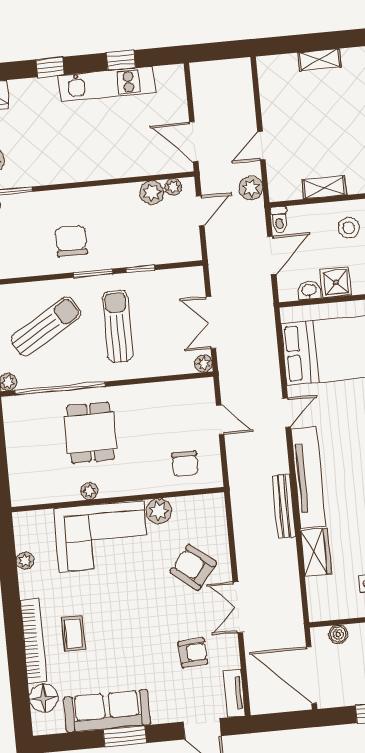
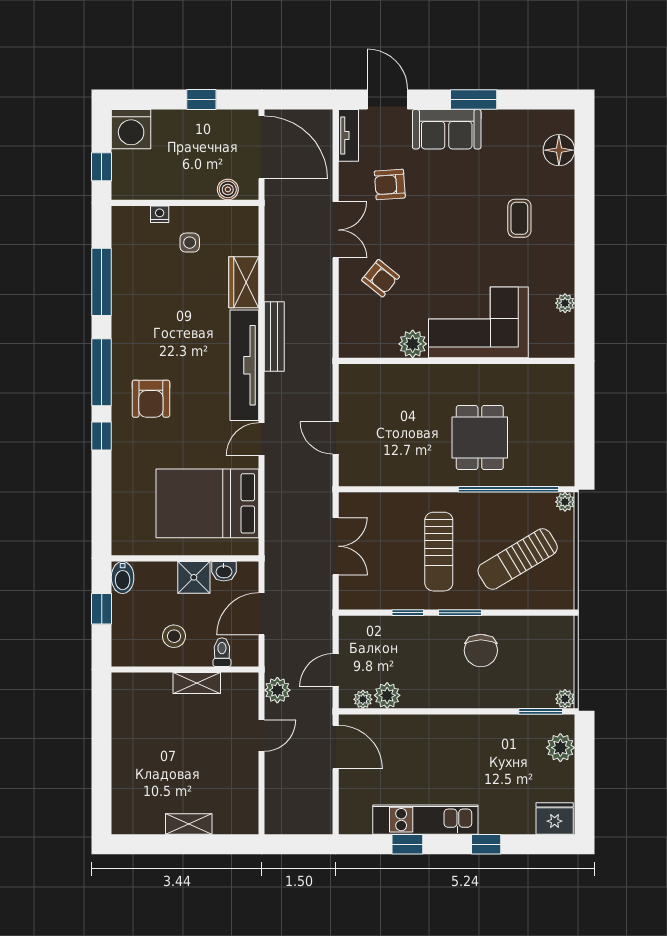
toilet: (279, 220) -> (222, 652), moved
plant: (203, 364) -> (348, 502), removed
chair: (185, 464) -> (379, 393), removed
plant: (89, 491) -> (487, 373), removed
armchair: (193, 567) -> (381, 278), width x0.72, depth x0.72
bookcase: (33, 641) -> (564, 214), removed
sofa: (107, 711) -> (447, 129), moved, width x0.73

